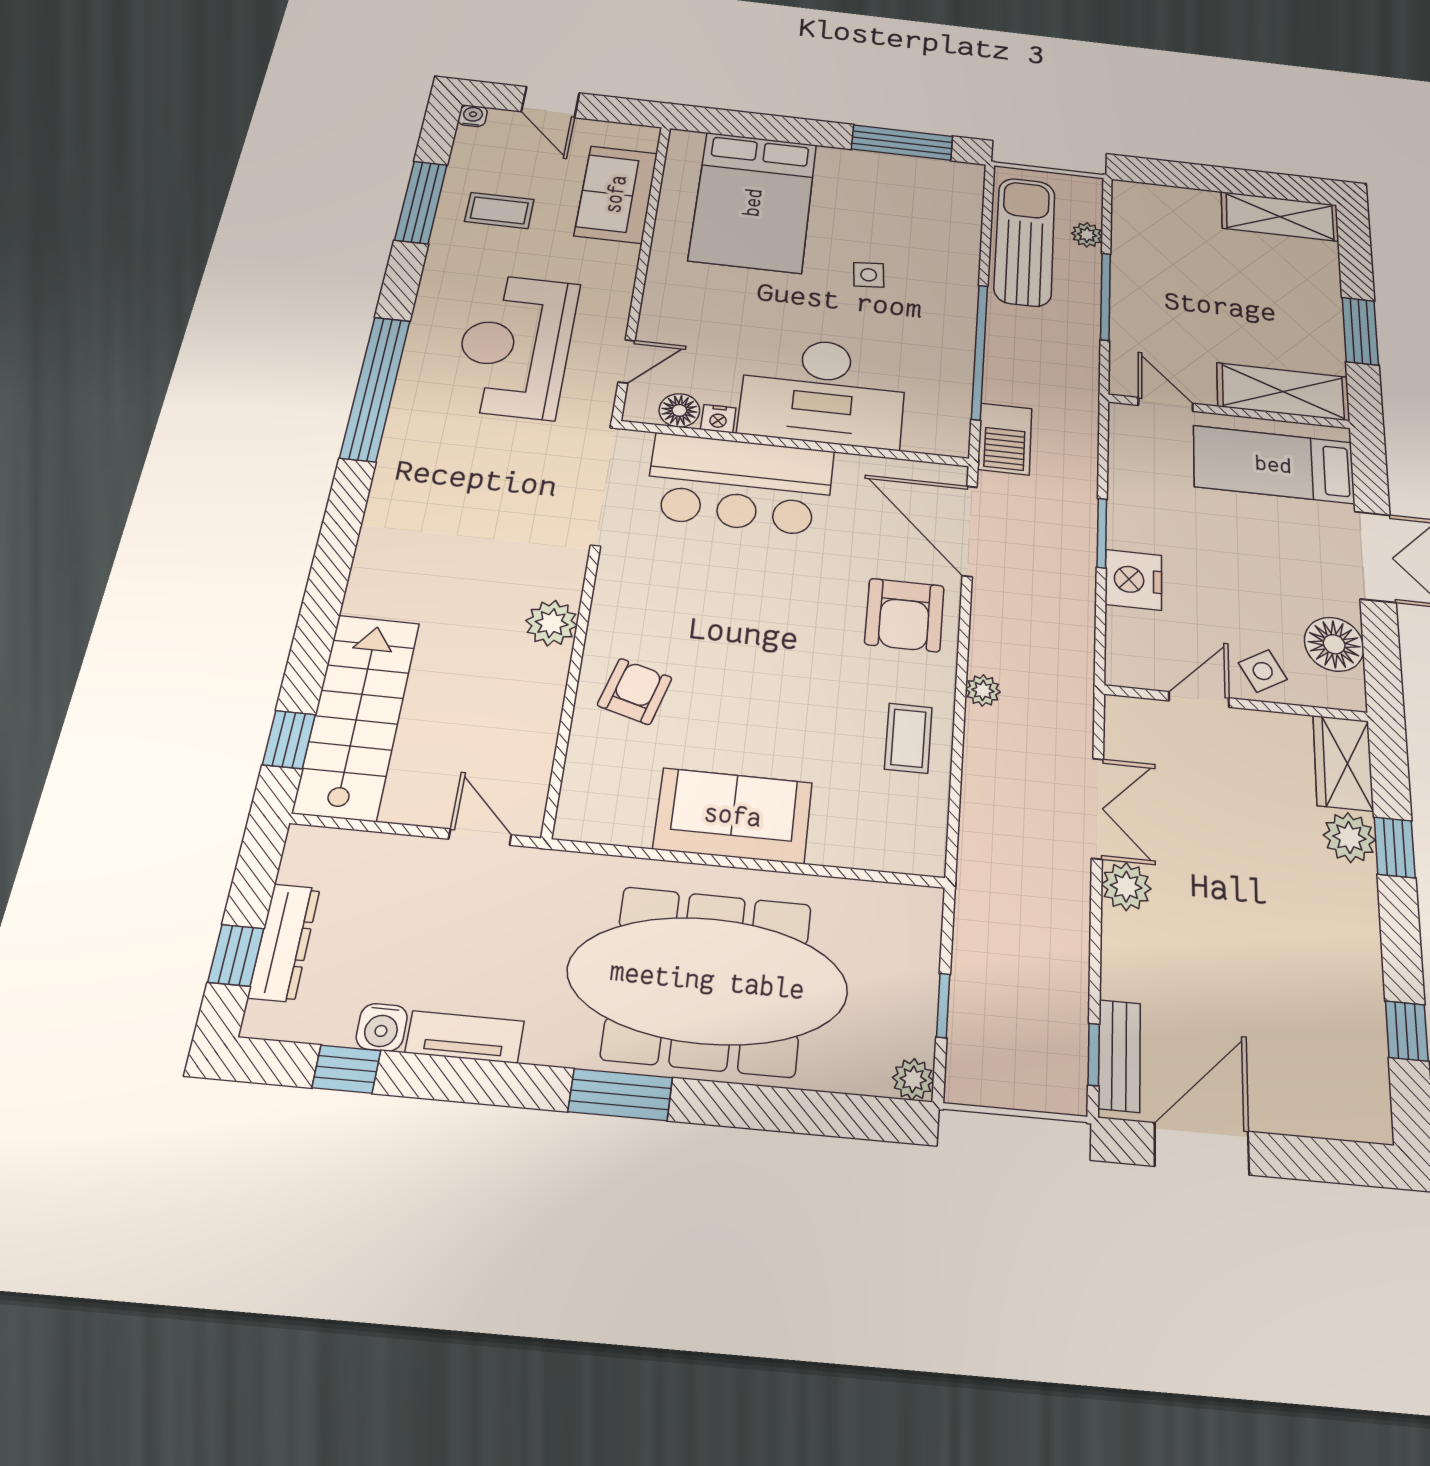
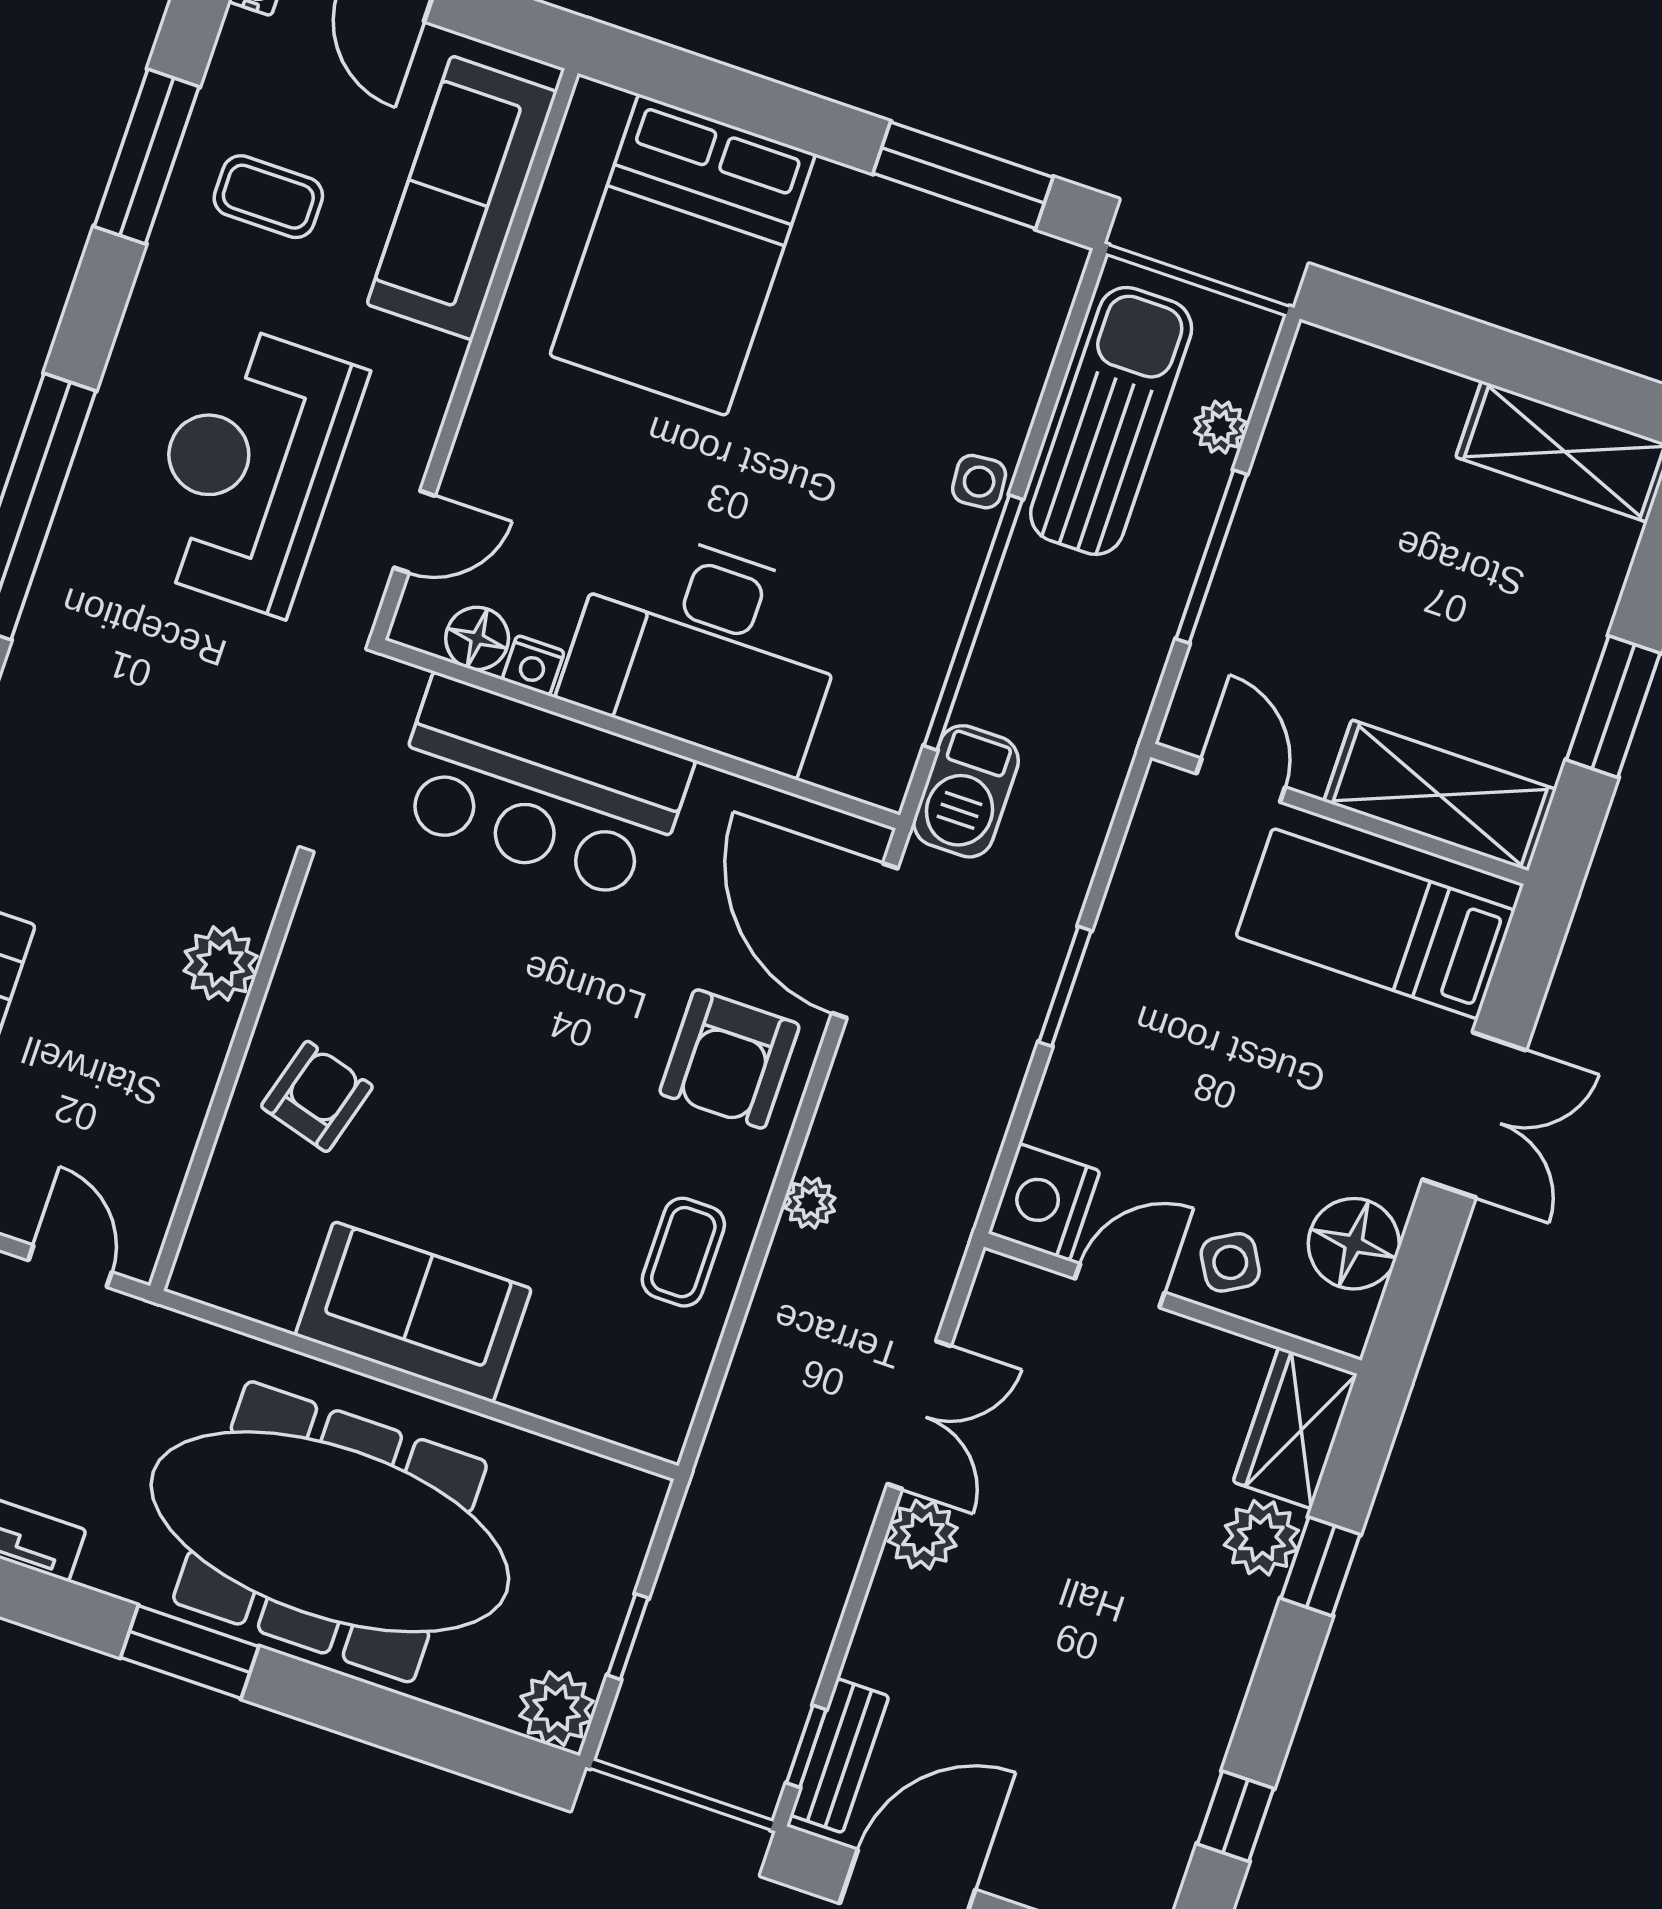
sofa: (616, 194) -> (462, 198), width x1.36
side table: (869, 275) -> (979, 482), moved
nightstand: (1133, 580) -> (1044, 1202), moved
plant: (913, 1079) -> (557, 1708), width x1.38, depth x1.38

